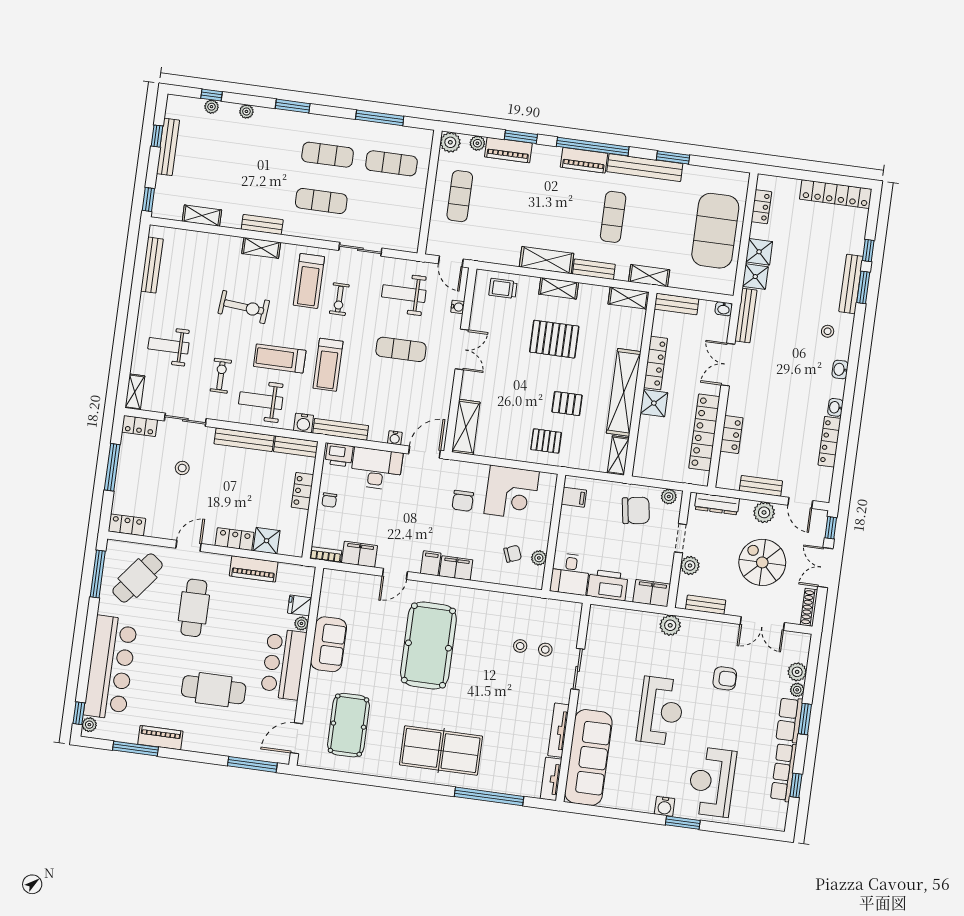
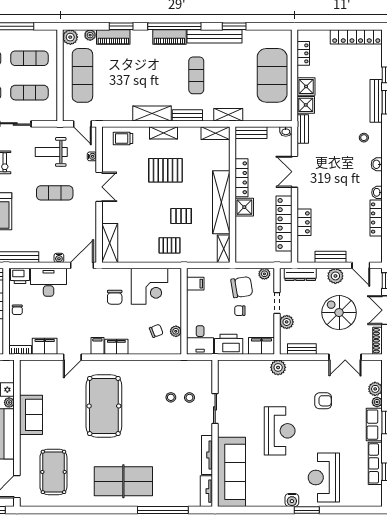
exercise mat: (460, 196) -> (82, 75), width x1.36, depth x1.45
exercise mat: (385, 210) -> (29, 93), added
bench: (746, 315) -> (303, 129), width x0.73
chair: (629, 542) -> (240, 311), added

